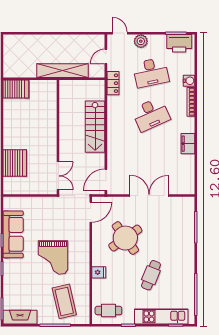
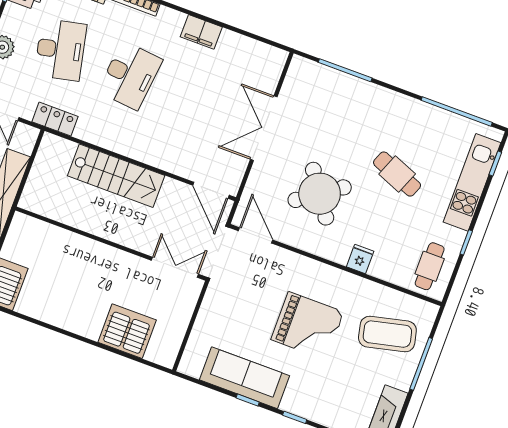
desk: (151, 114) -> (130, 75), turned 30

